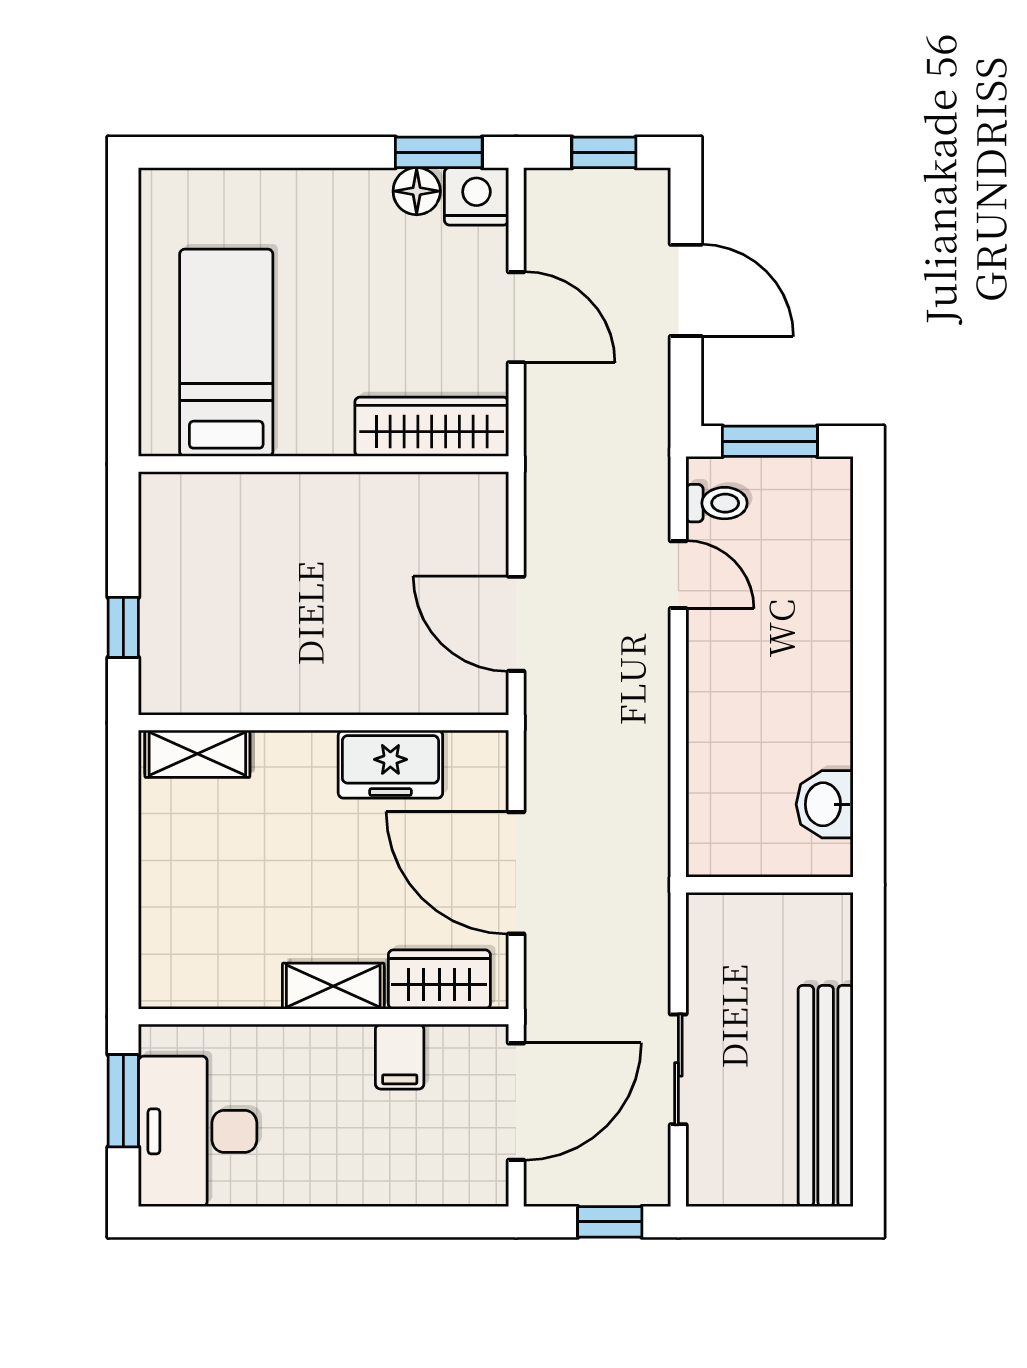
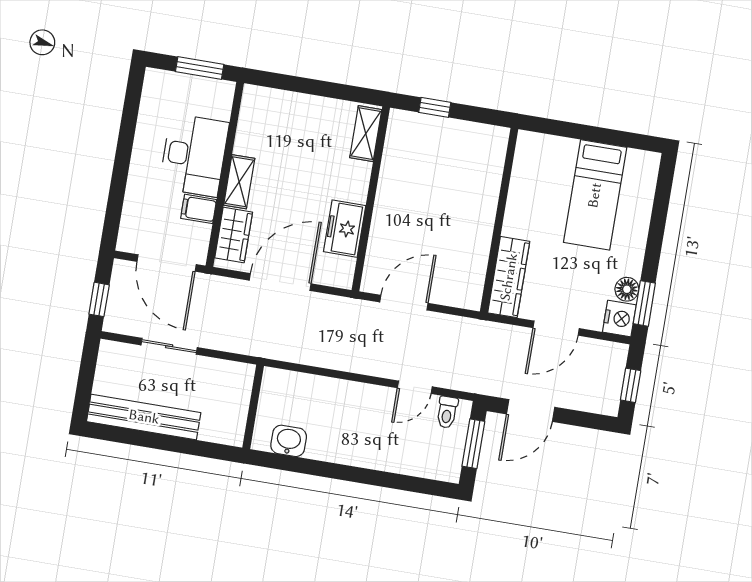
door: (686, 290) -> (531, 411), moved
bed: (226, 353) -> (595, 195), moved, turned 90
desk: (198, 1131) -> (194, 155), moved, turned 90

